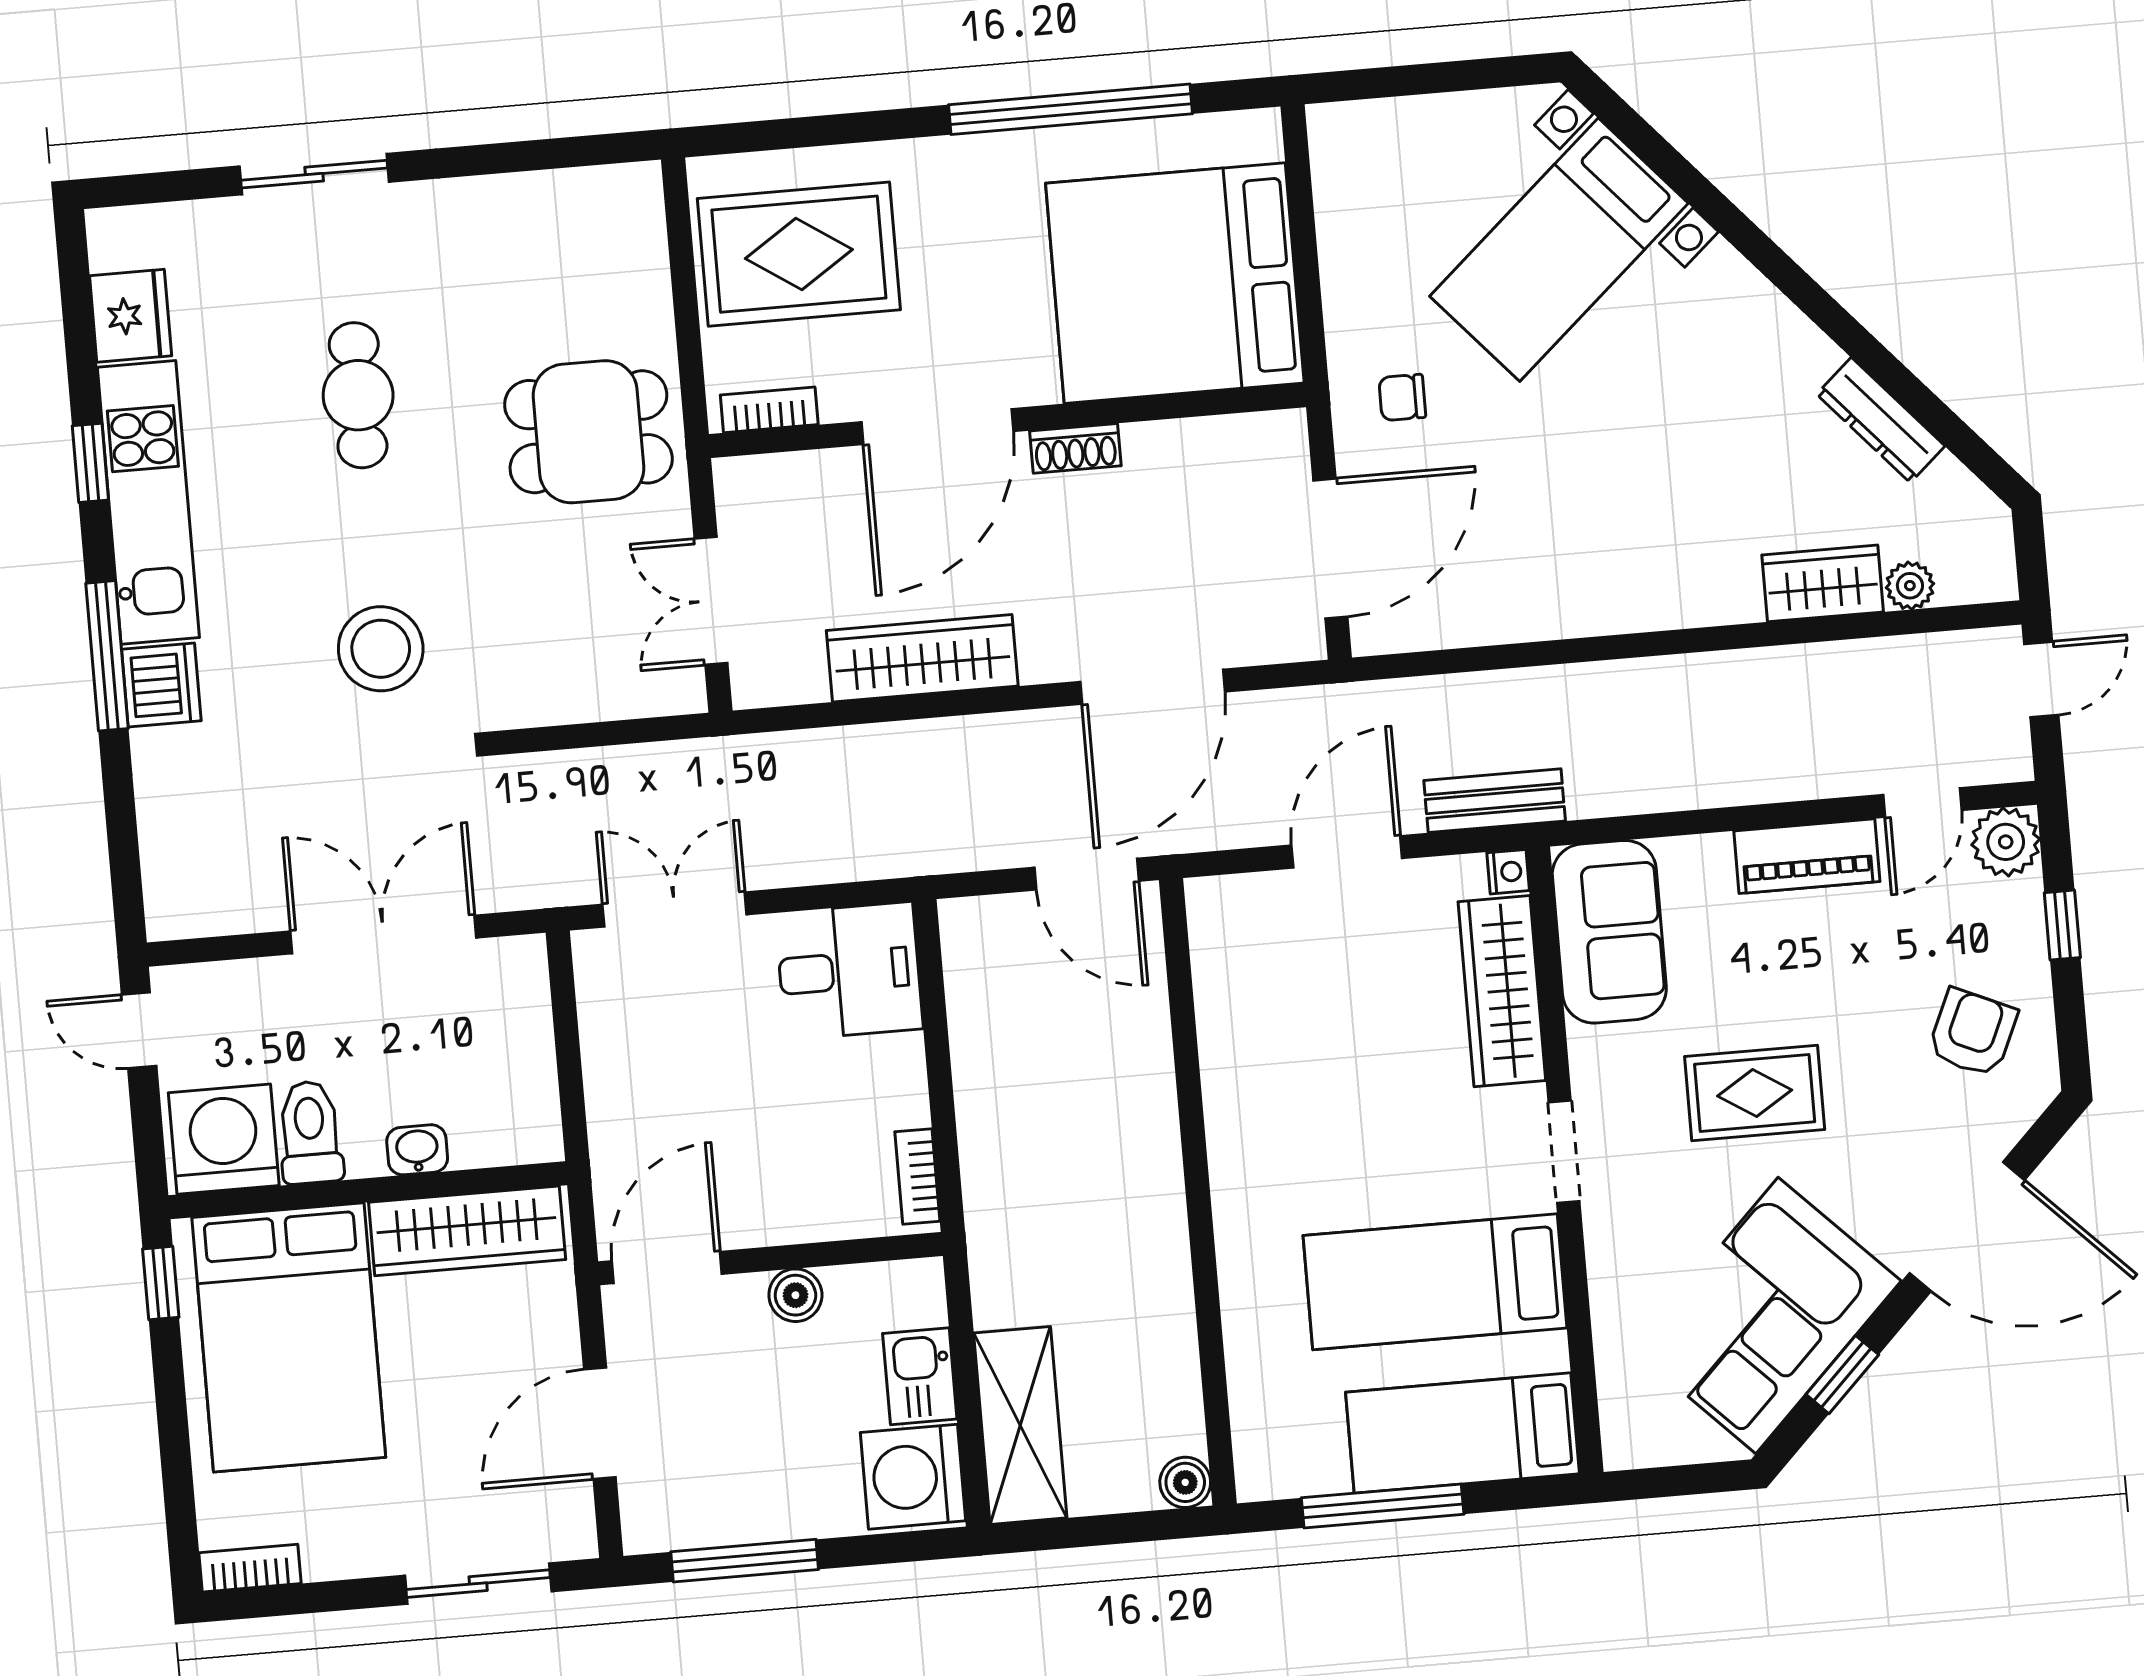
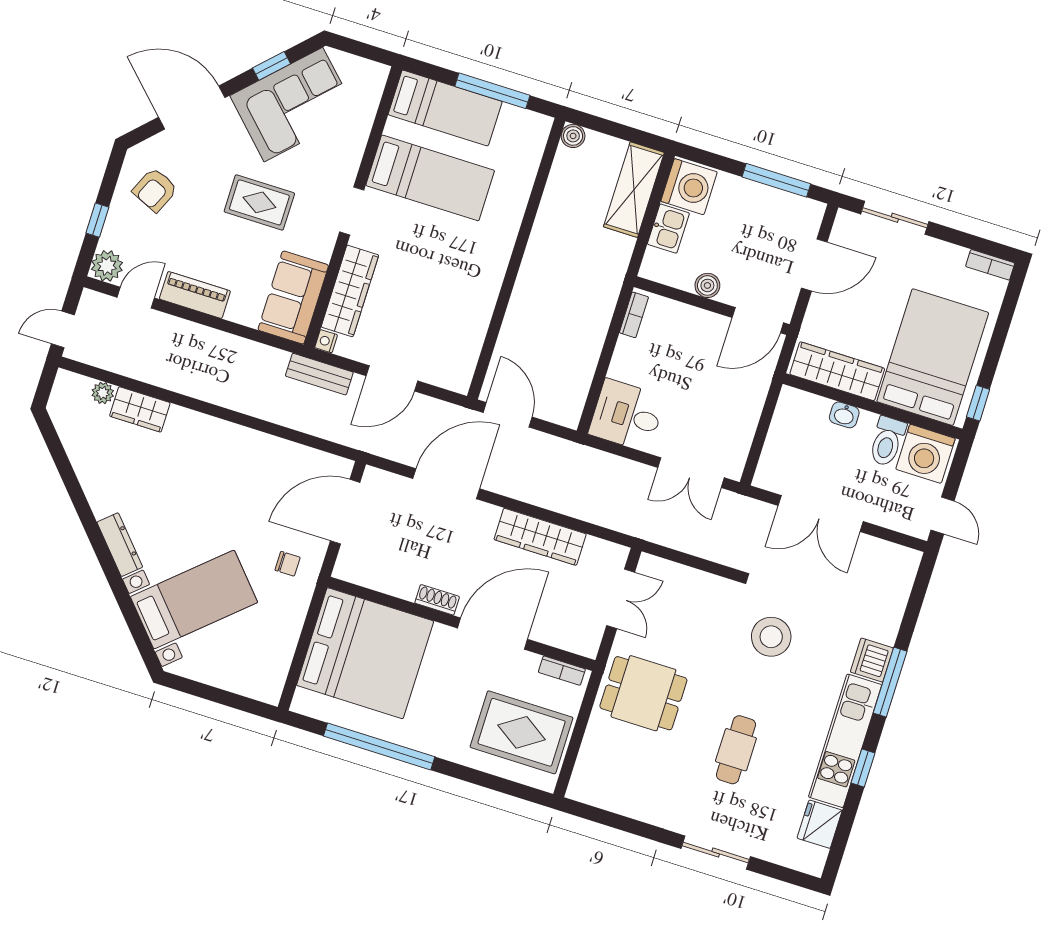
dresser: (1881, 420) -> (120, 545), moved

